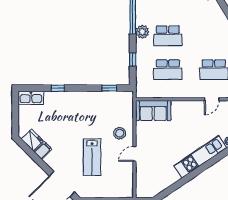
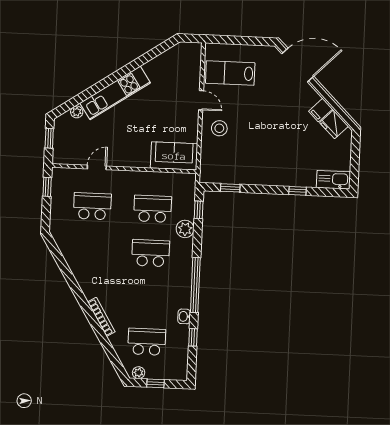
plant: (142, 32) -> (185, 229), moved
window: (133, 59) -> (199, 210), moved
door: (134, 154) -> (201, 100), hinge flipped
lab bench: (92, 157) -> (230, 73), moved, turned -90

